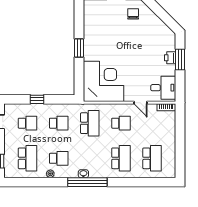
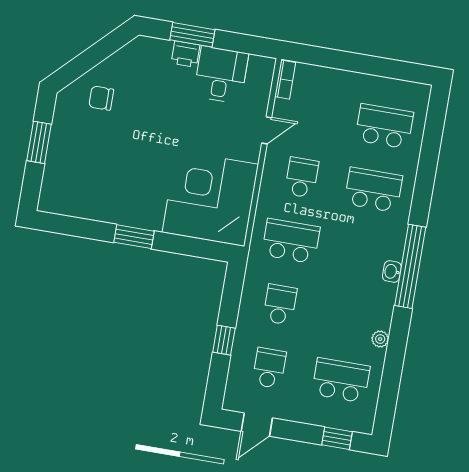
chair: (133, 14) -> (101, 98), moved
desk: (163, 88) -> (221, 75), moved
school desk: (59, 158) -> (352, 317), removed

